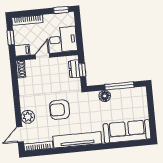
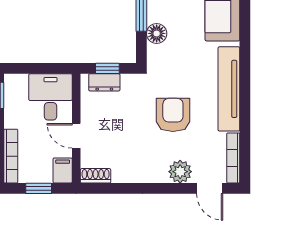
armchair: (60, 110) -> (173, 115), turned 180

